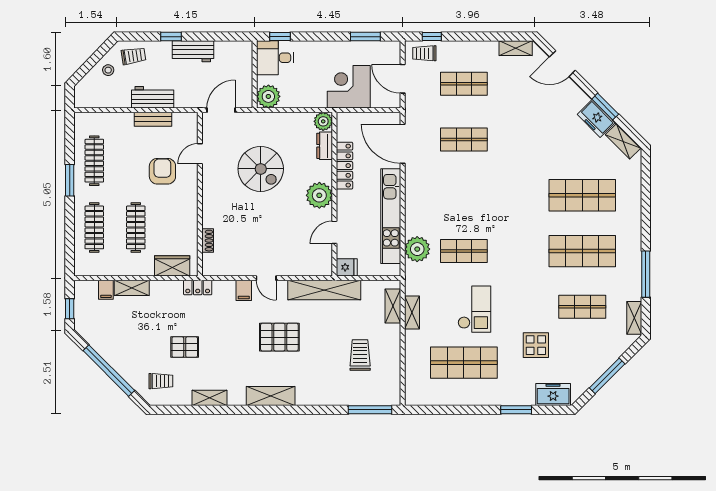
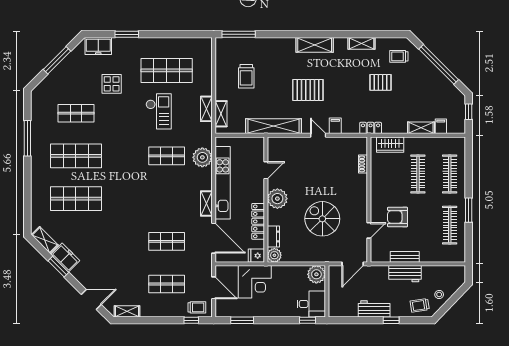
armchair: (162, 171) -> (398, 217), turned 90
fridge: (347, 267) -> (256, 256), moved
checkout: (474, 309) -> (159, 111), turned 180
shelving: (634, 318) -> (206, 204), moved

